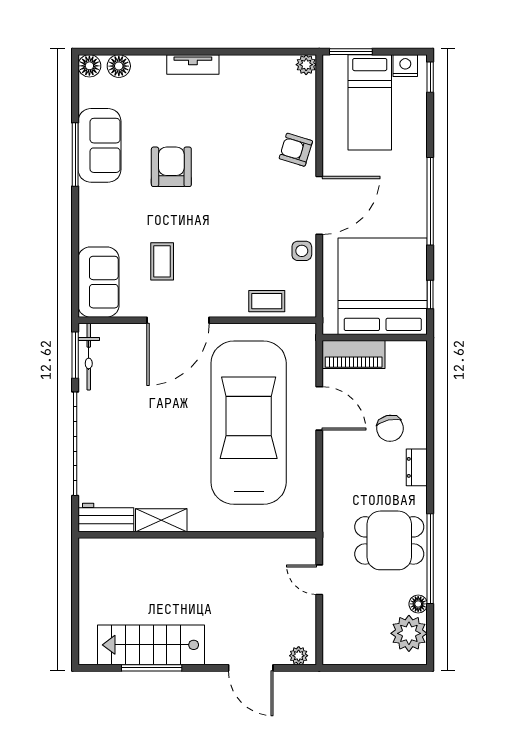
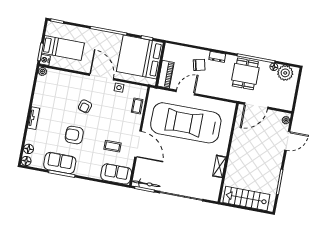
nightstand: (405, 66) -> (45, 60), moved
armchair: (296, 150) -> (85, 106), moved
workbench: (106, 517) -> (214, 189), removed
door: (319, 580) -> (256, 106), width x1.88
stairs: (151, 645) -> (246, 198), moved, turned 90

